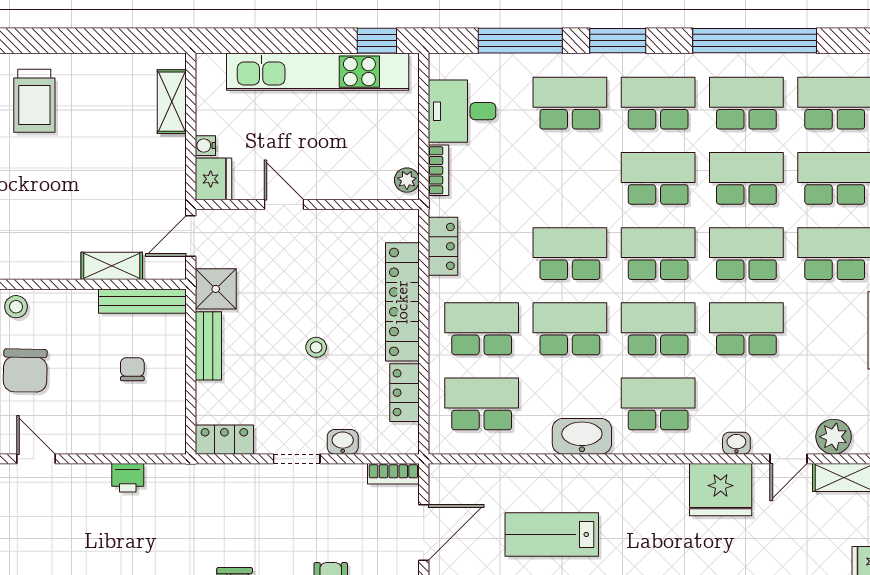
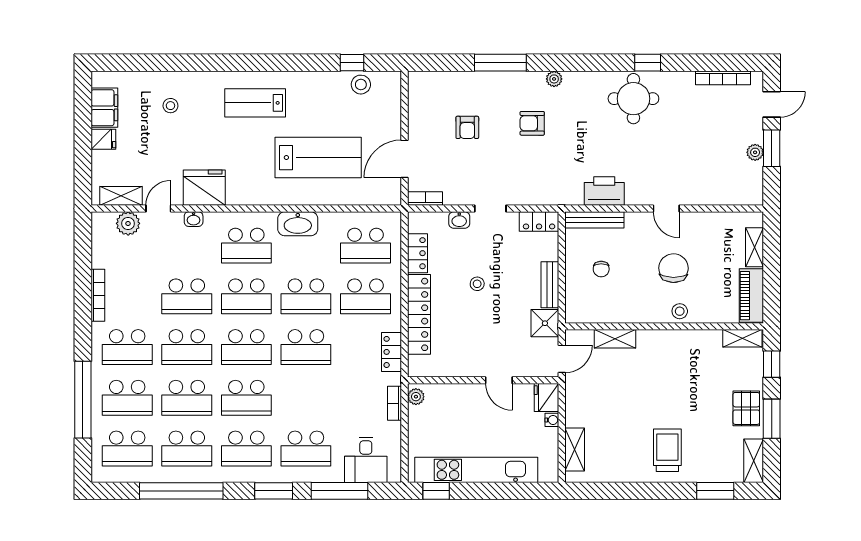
desk: (462, 111) -> (366, 460), moved, turned 90
bench: (142, 301) -> (594, 220), moved
printer: (128, 478) -> (604, 191), width x1.87, depth x1.48
lab bench: (552, 534) -> (318, 158), width x1.36, depth x1.39

